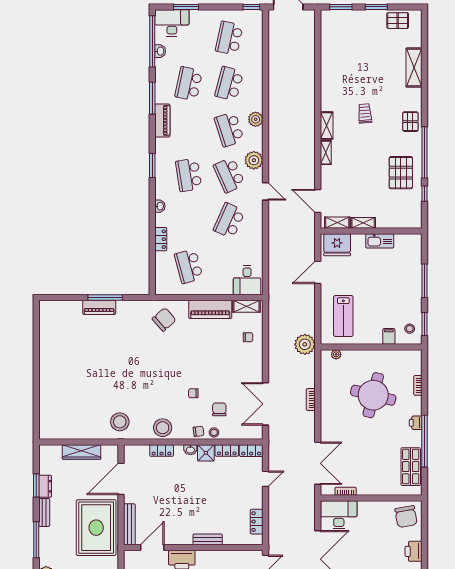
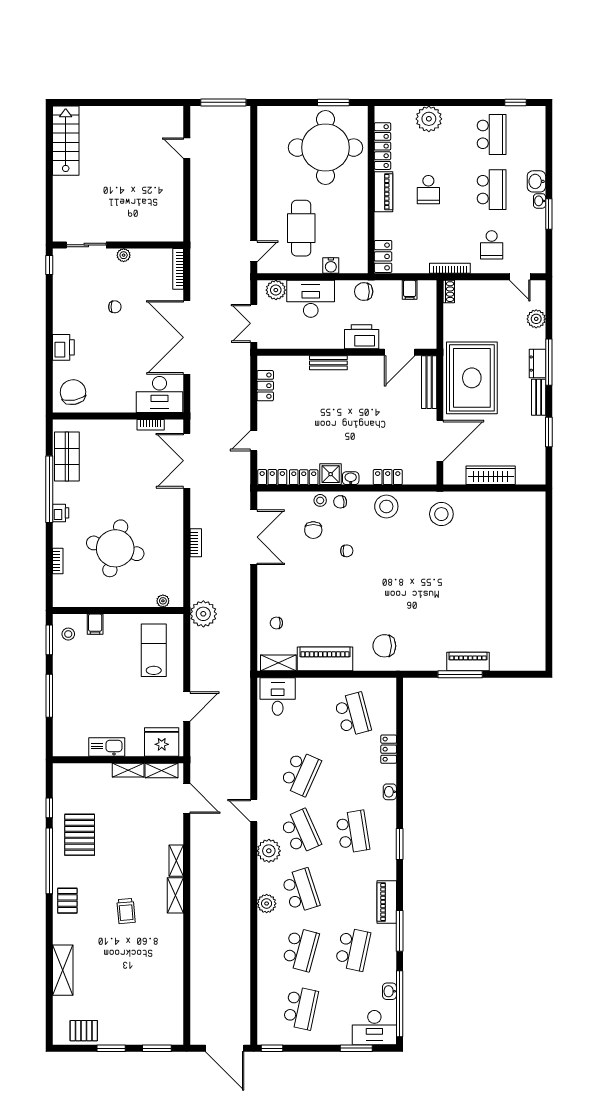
chair: (164, 319) -> (384, 646), turned 41
dresser: (45, 486) -> (537, 364), moved

